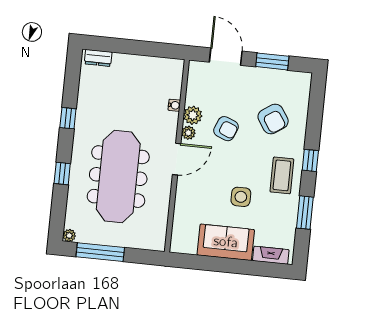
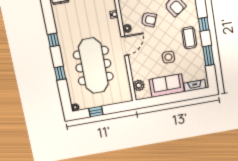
plant: (193, 115) -> (139, 85), moved
window: (100, 252) -> (96, 112), width x0.46

